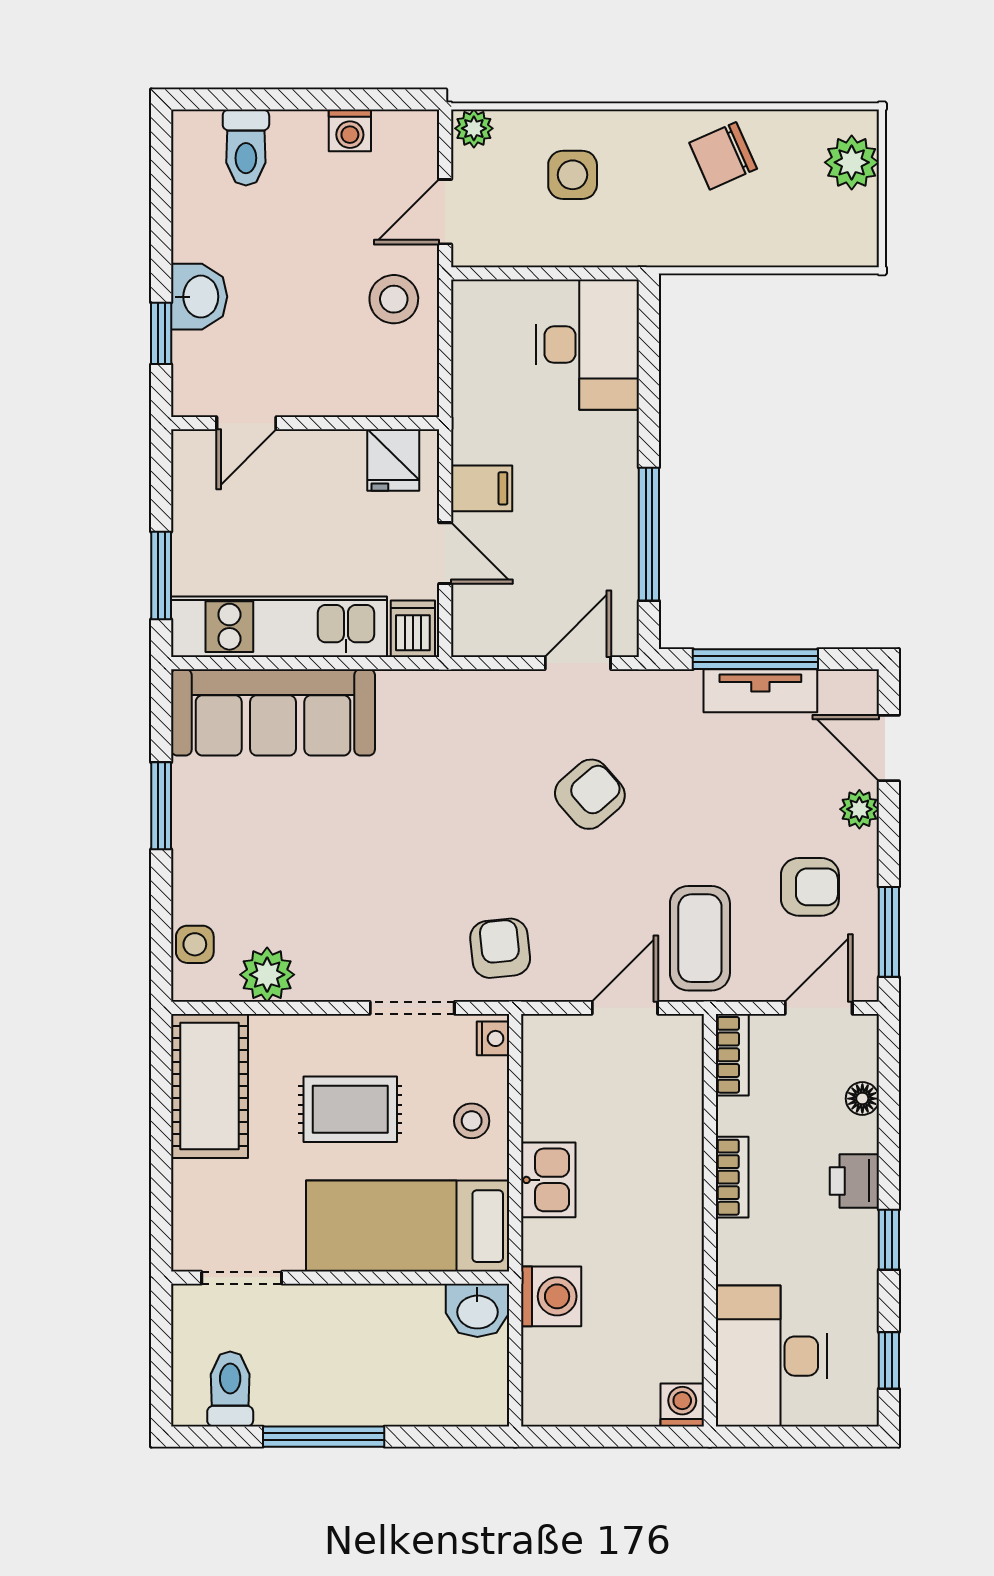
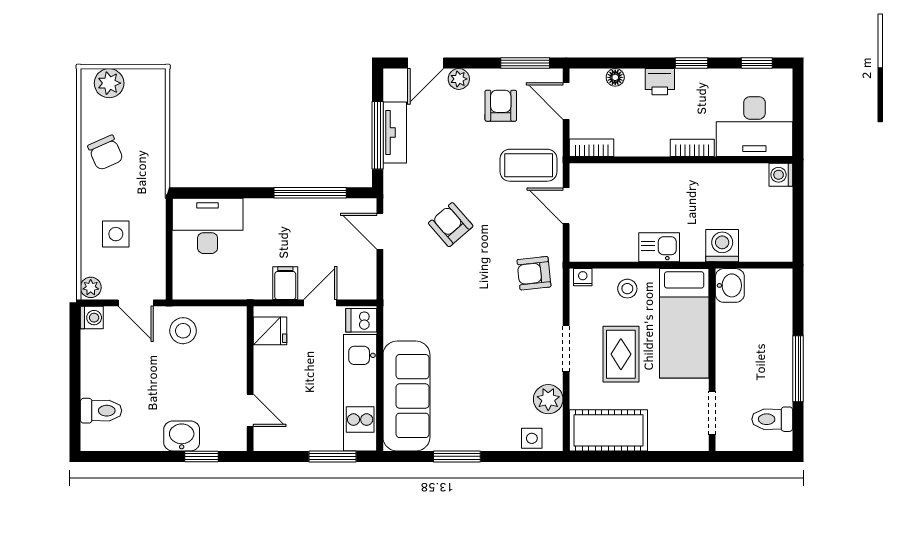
washing machine: (350, 130) -> (92, 318), moved
doorway: (412, 1008) -> (566, 349), moved
bookcase: (732, 1177) -> (692, 148), moved

